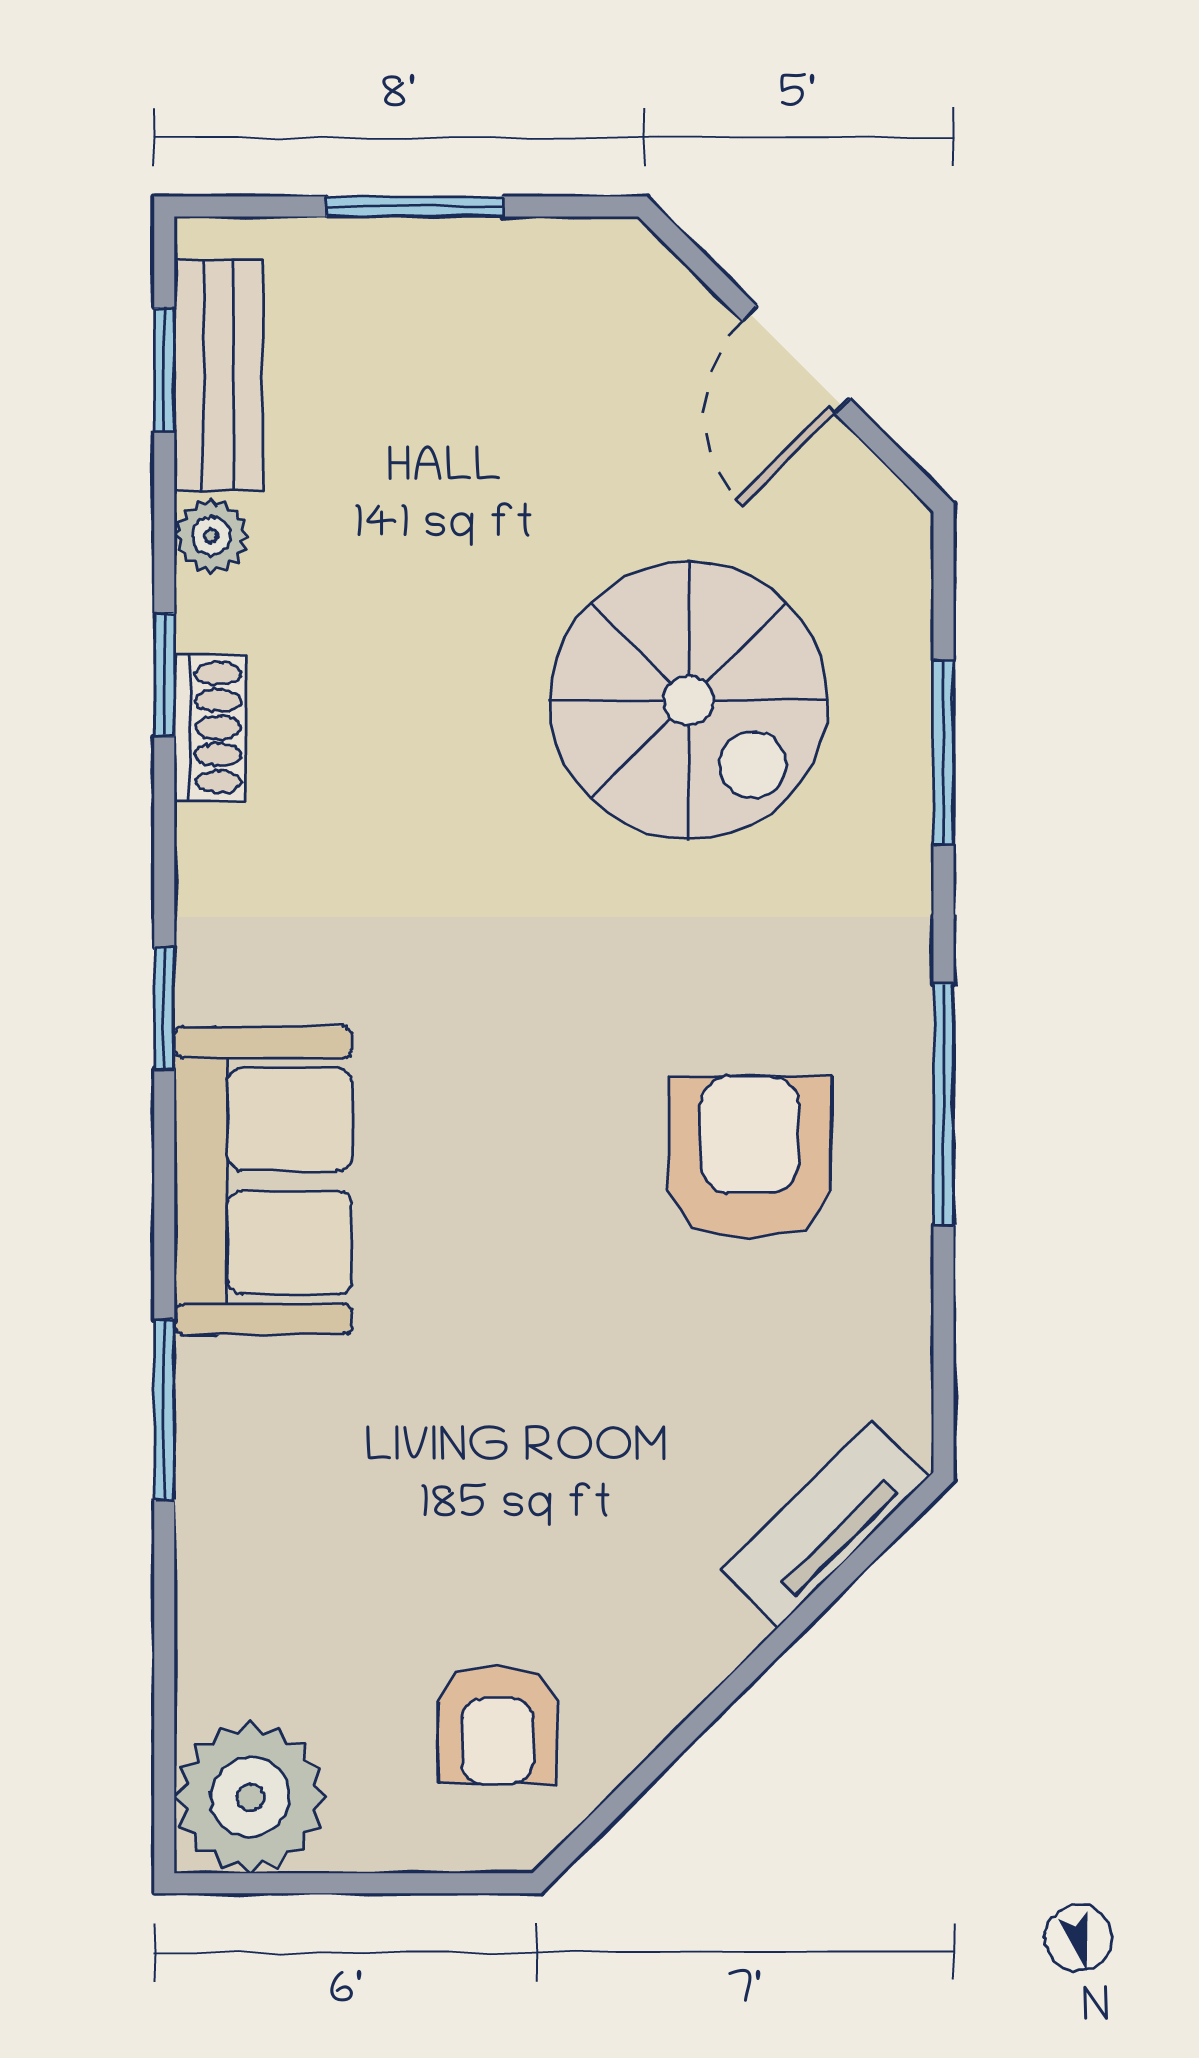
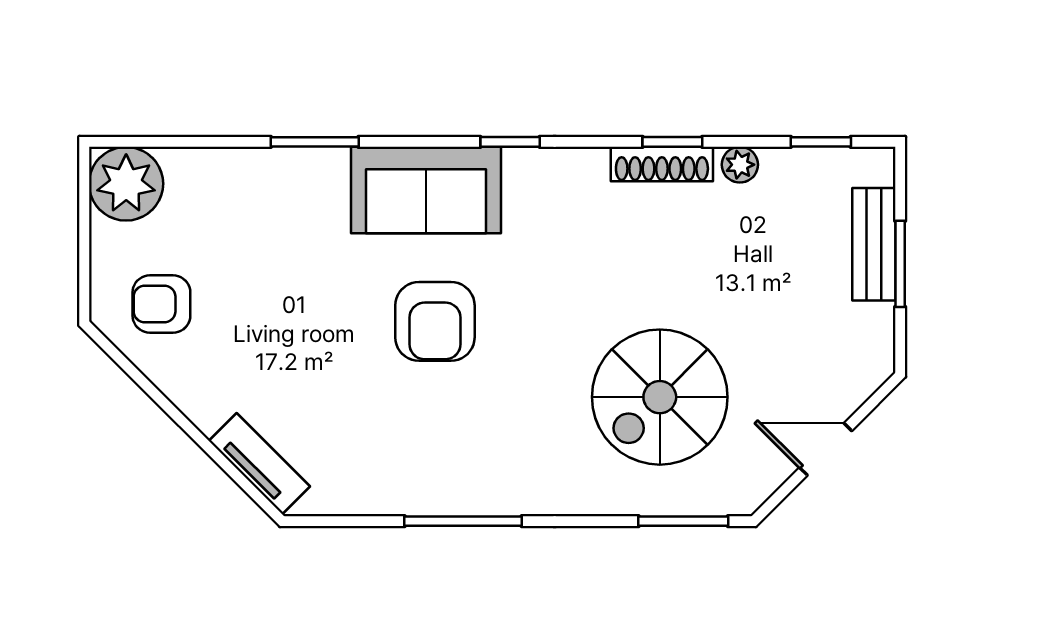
bench: (218, 375) -> (874, 244), moved, turned 90
shoe rack: (210, 728) -> (662, 164), width x1.43
window: (943, 753) -> (683, 521), moved
armchair: (750, 1157) -> (435, 321), moved, turned 90

